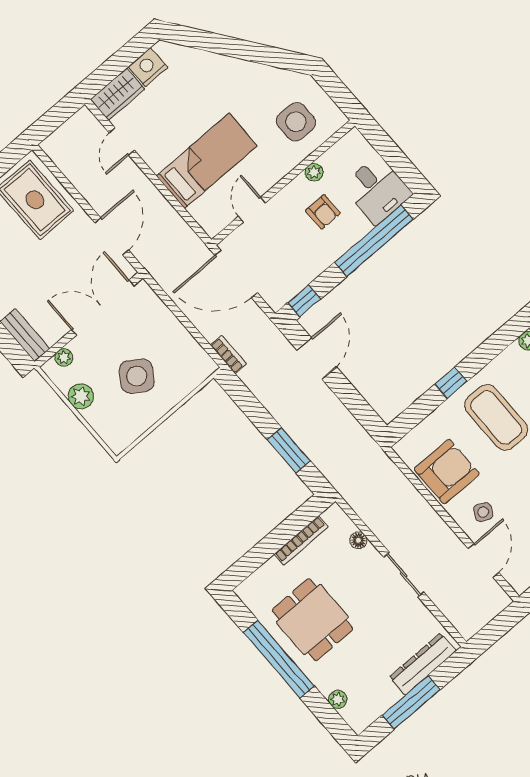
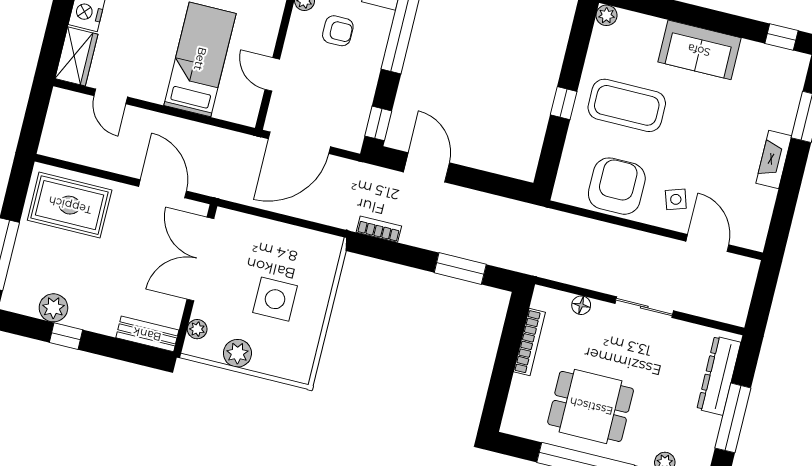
bookcase: (228, 354) -> (379, 229), moved
side table: (137, 376) -> (275, 299), turned -34
side table: (483, 512) -> (676, 199), turned 45

